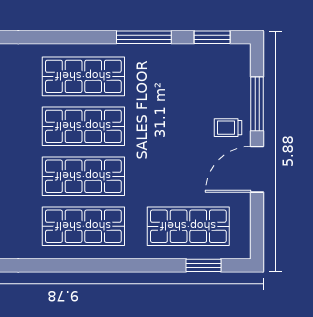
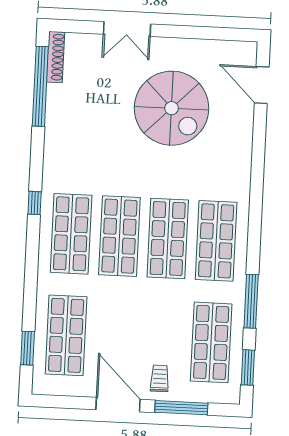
shop shelf: (188, 76) -> (211, 342), added
window: (53, 265) -> (35, 203), added

